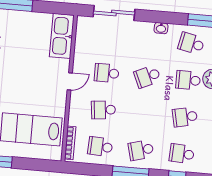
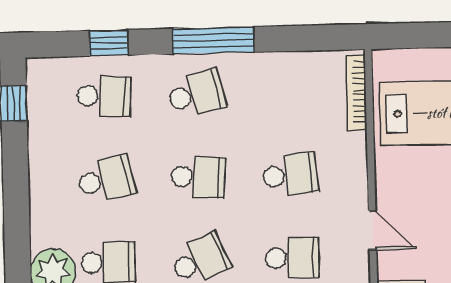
door: (70, 81) -> (373, 230), swing flipped
school desk: (100, 147) -> (198, 177), moved

